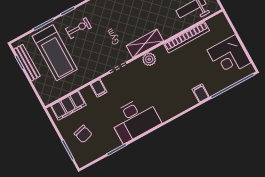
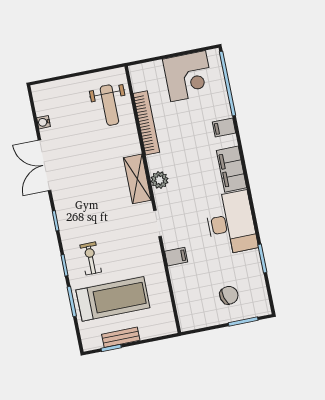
bench: (27, 63) -> (121, 337), width x0.73
filing cabinet: (68, 106) -> (232, 169), moved, turned 180

